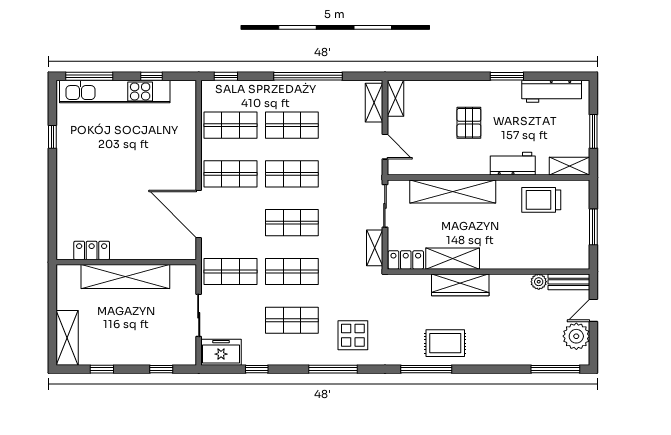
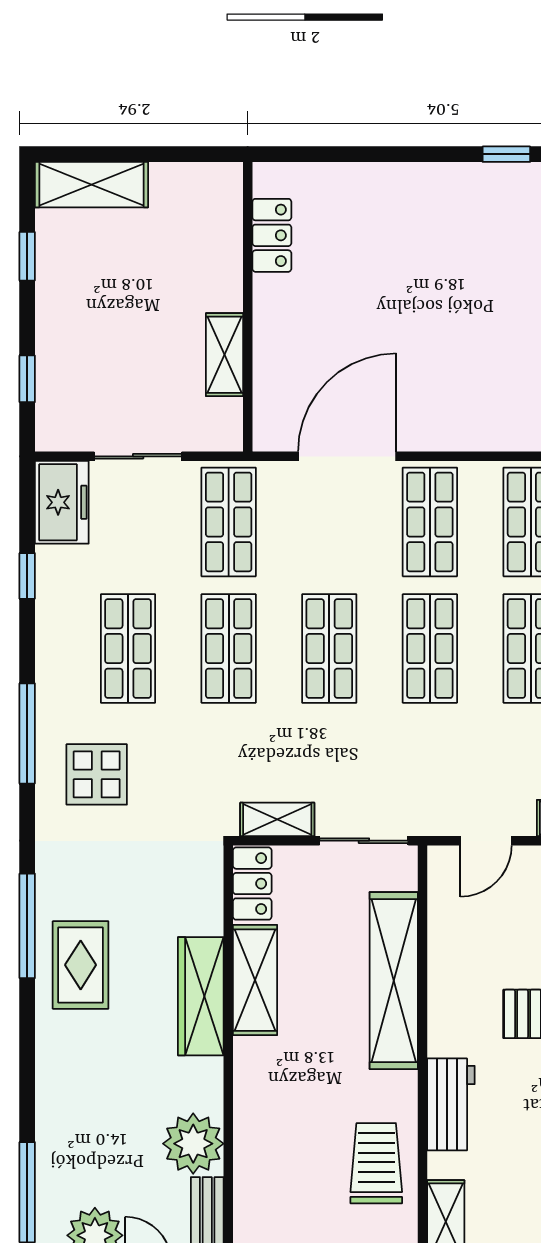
shelving: (125, 276) -> (224, 355), width x0.45, depth x0.75
plant: (539, 282) -> (193, 1144), width x1.88, depth x1.88

